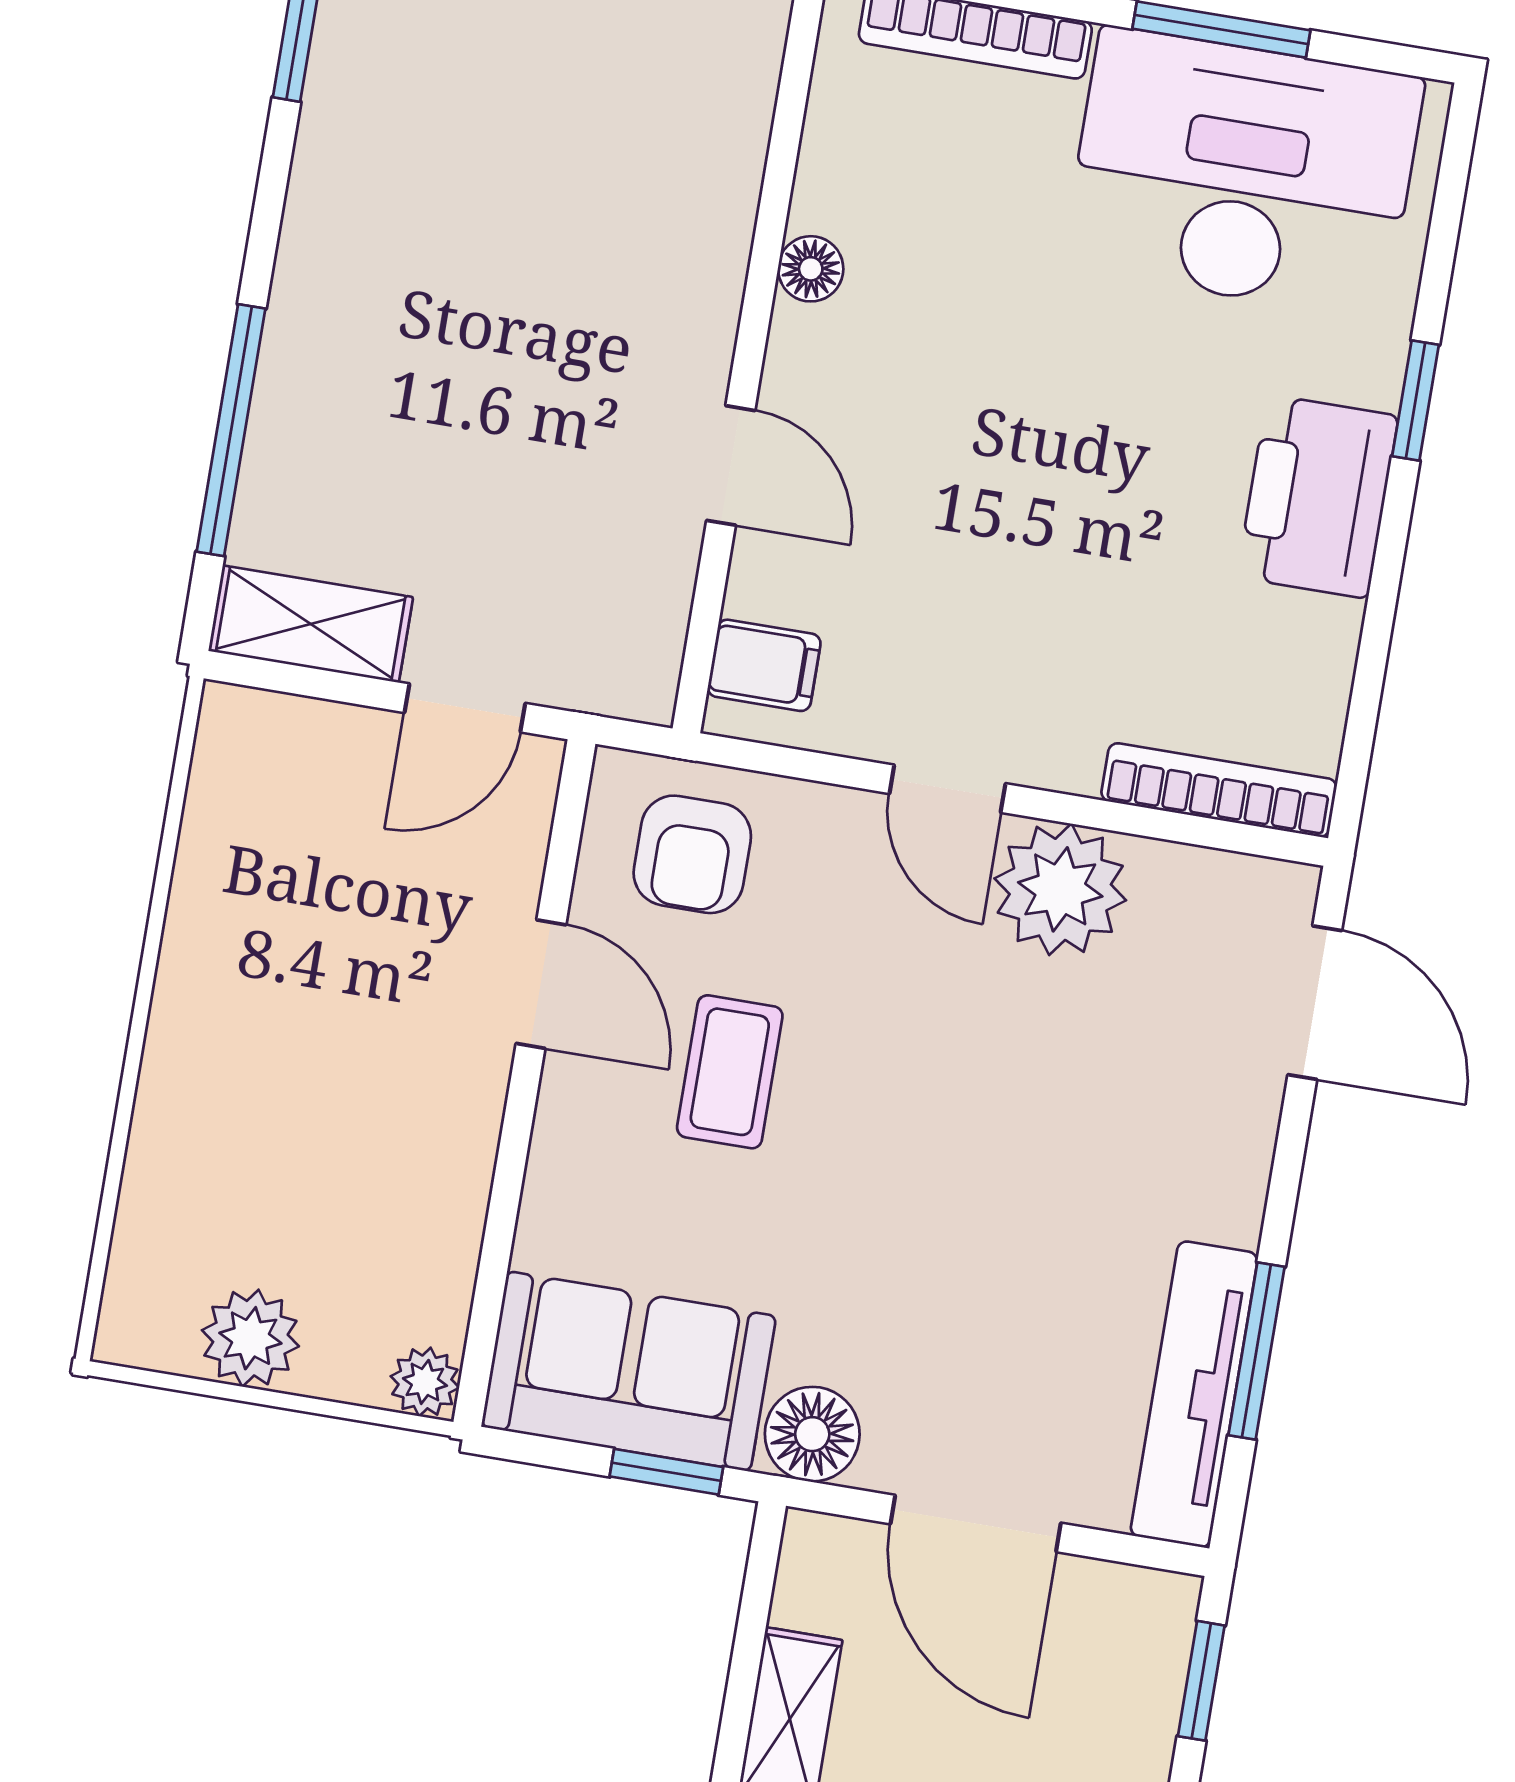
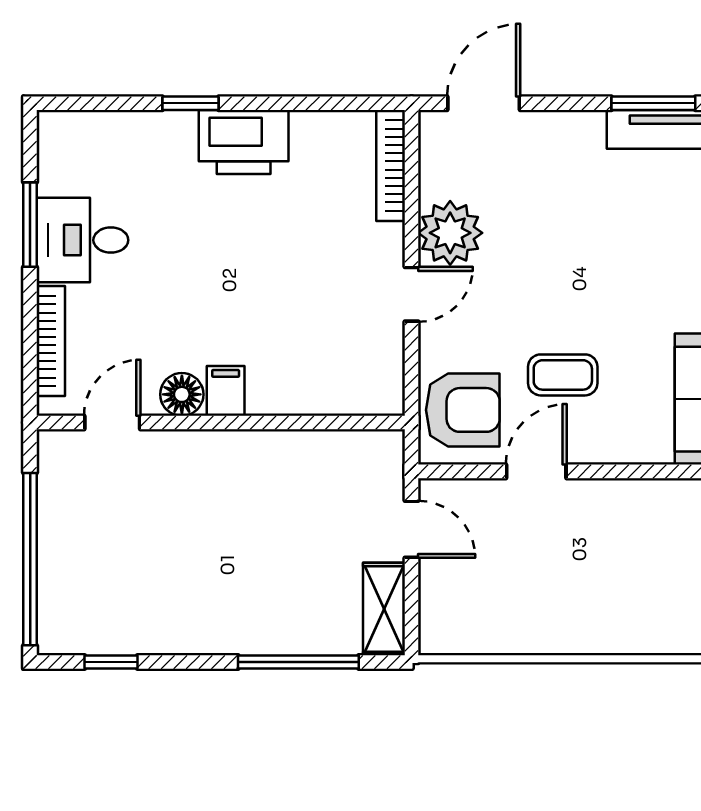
desk: (1243, 173) -> (82, 240), width x0.53, depth x0.77
floor lamp: (811, 269) -> (182, 394), width x1.37, depth x1.37
door: (731, 465) -> (112, 423), moved
filing cabinet: (764, 665) -> (226, 391), moved
armchair: (692, 854) -> (463, 410), width x1.38, depth x1.38

